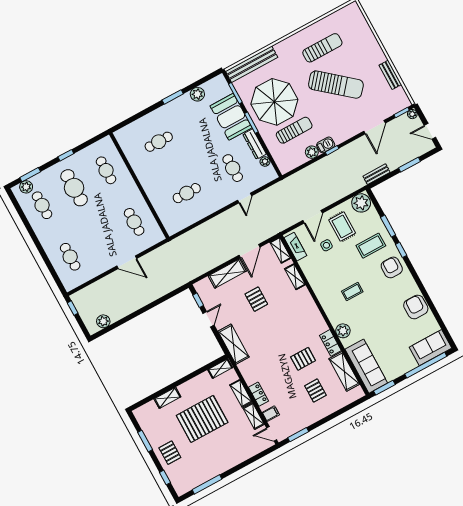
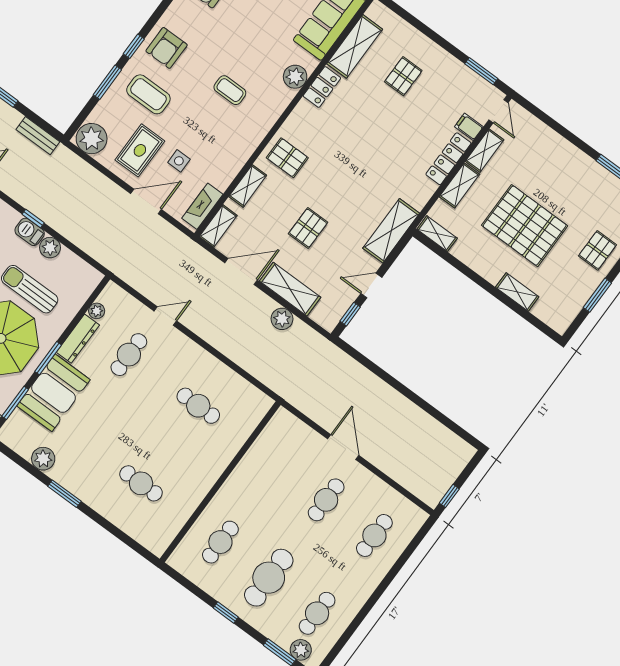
cafe table: (134, 222) -> (326, 500), moved
plant: (103, 321) -> (282, 319), moved
pallet: (303, 359) -> (287, 158), moved
locker: (258, 394) -> (448, 159), width x1.53

